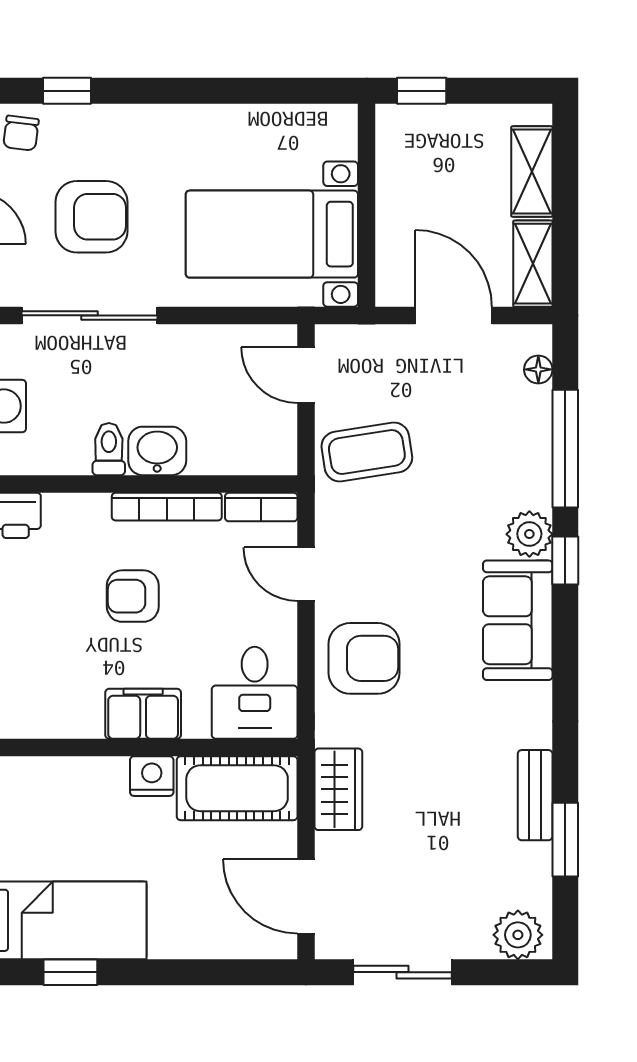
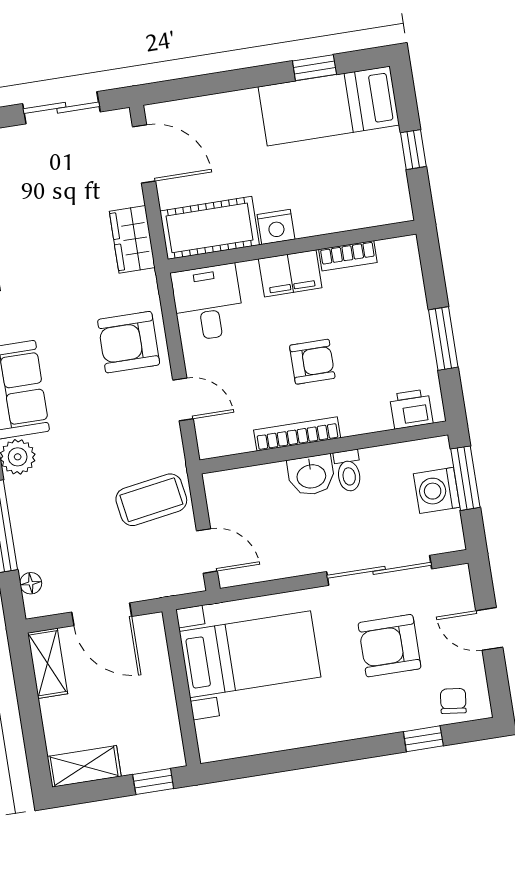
shelving: (532, 172) -> (84, 766), moved, turned 90
bookcase: (261, 507) -> (348, 256), moved, turned 180

